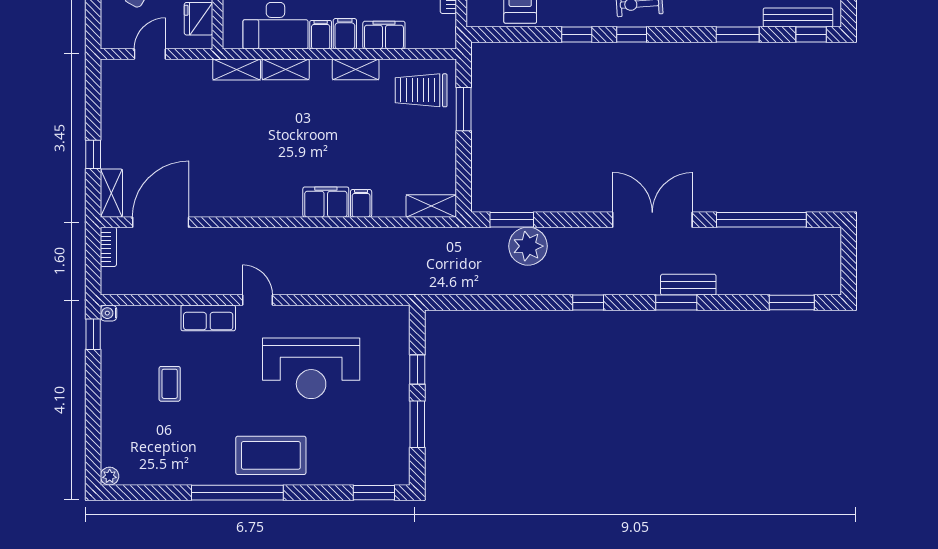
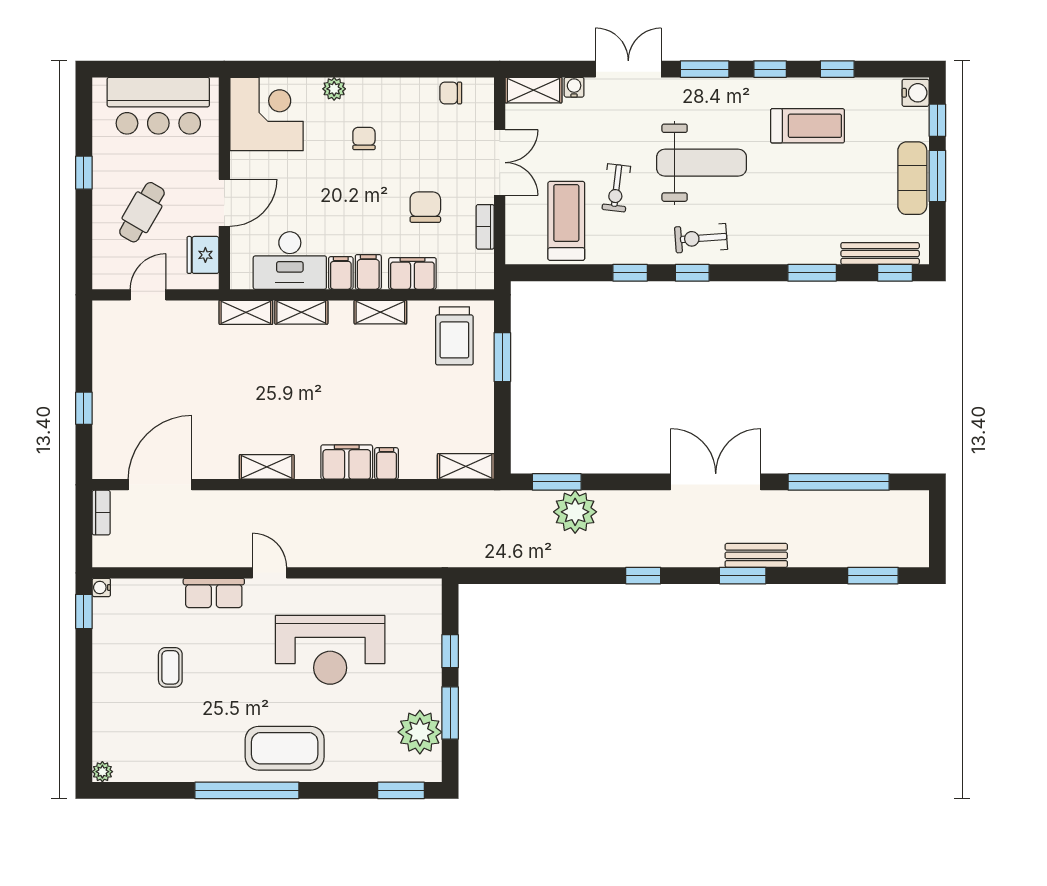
trolley: (421, 90) -> (454, 336), turned -90
shelving: (111, 193) -> (267, 467), moved, turned 90
plant: (390, 441) -> (420, 732), added

